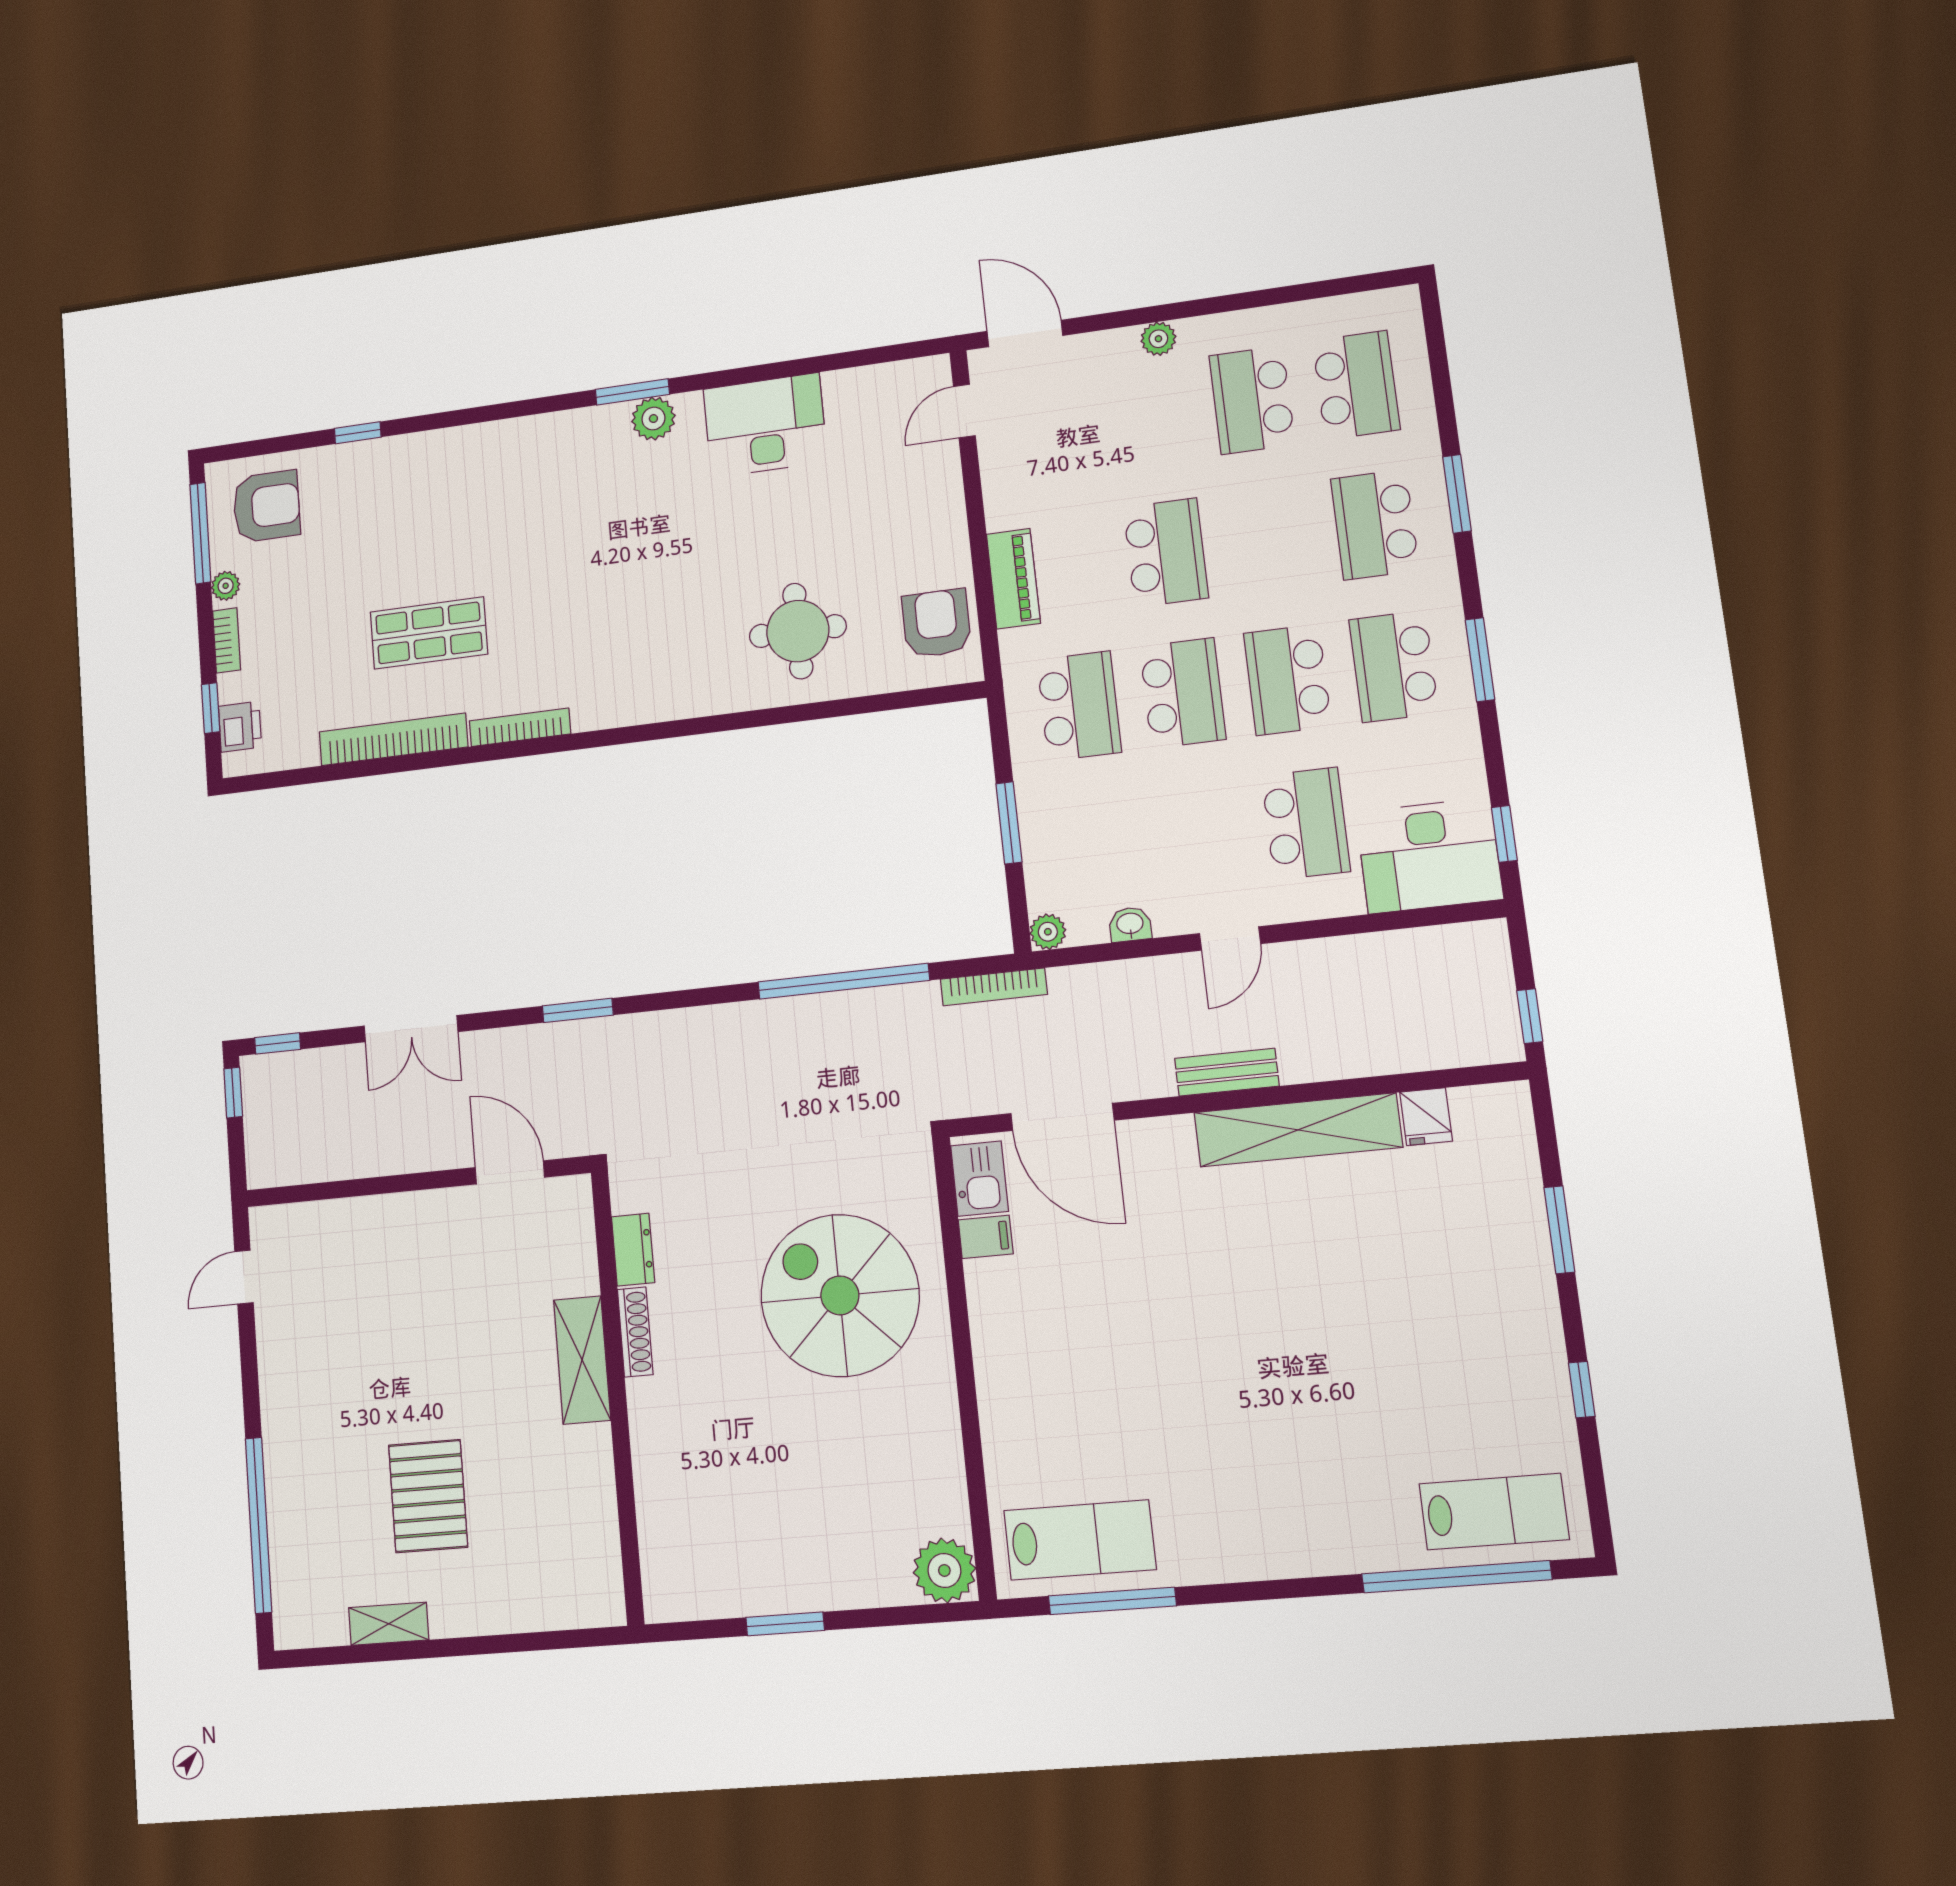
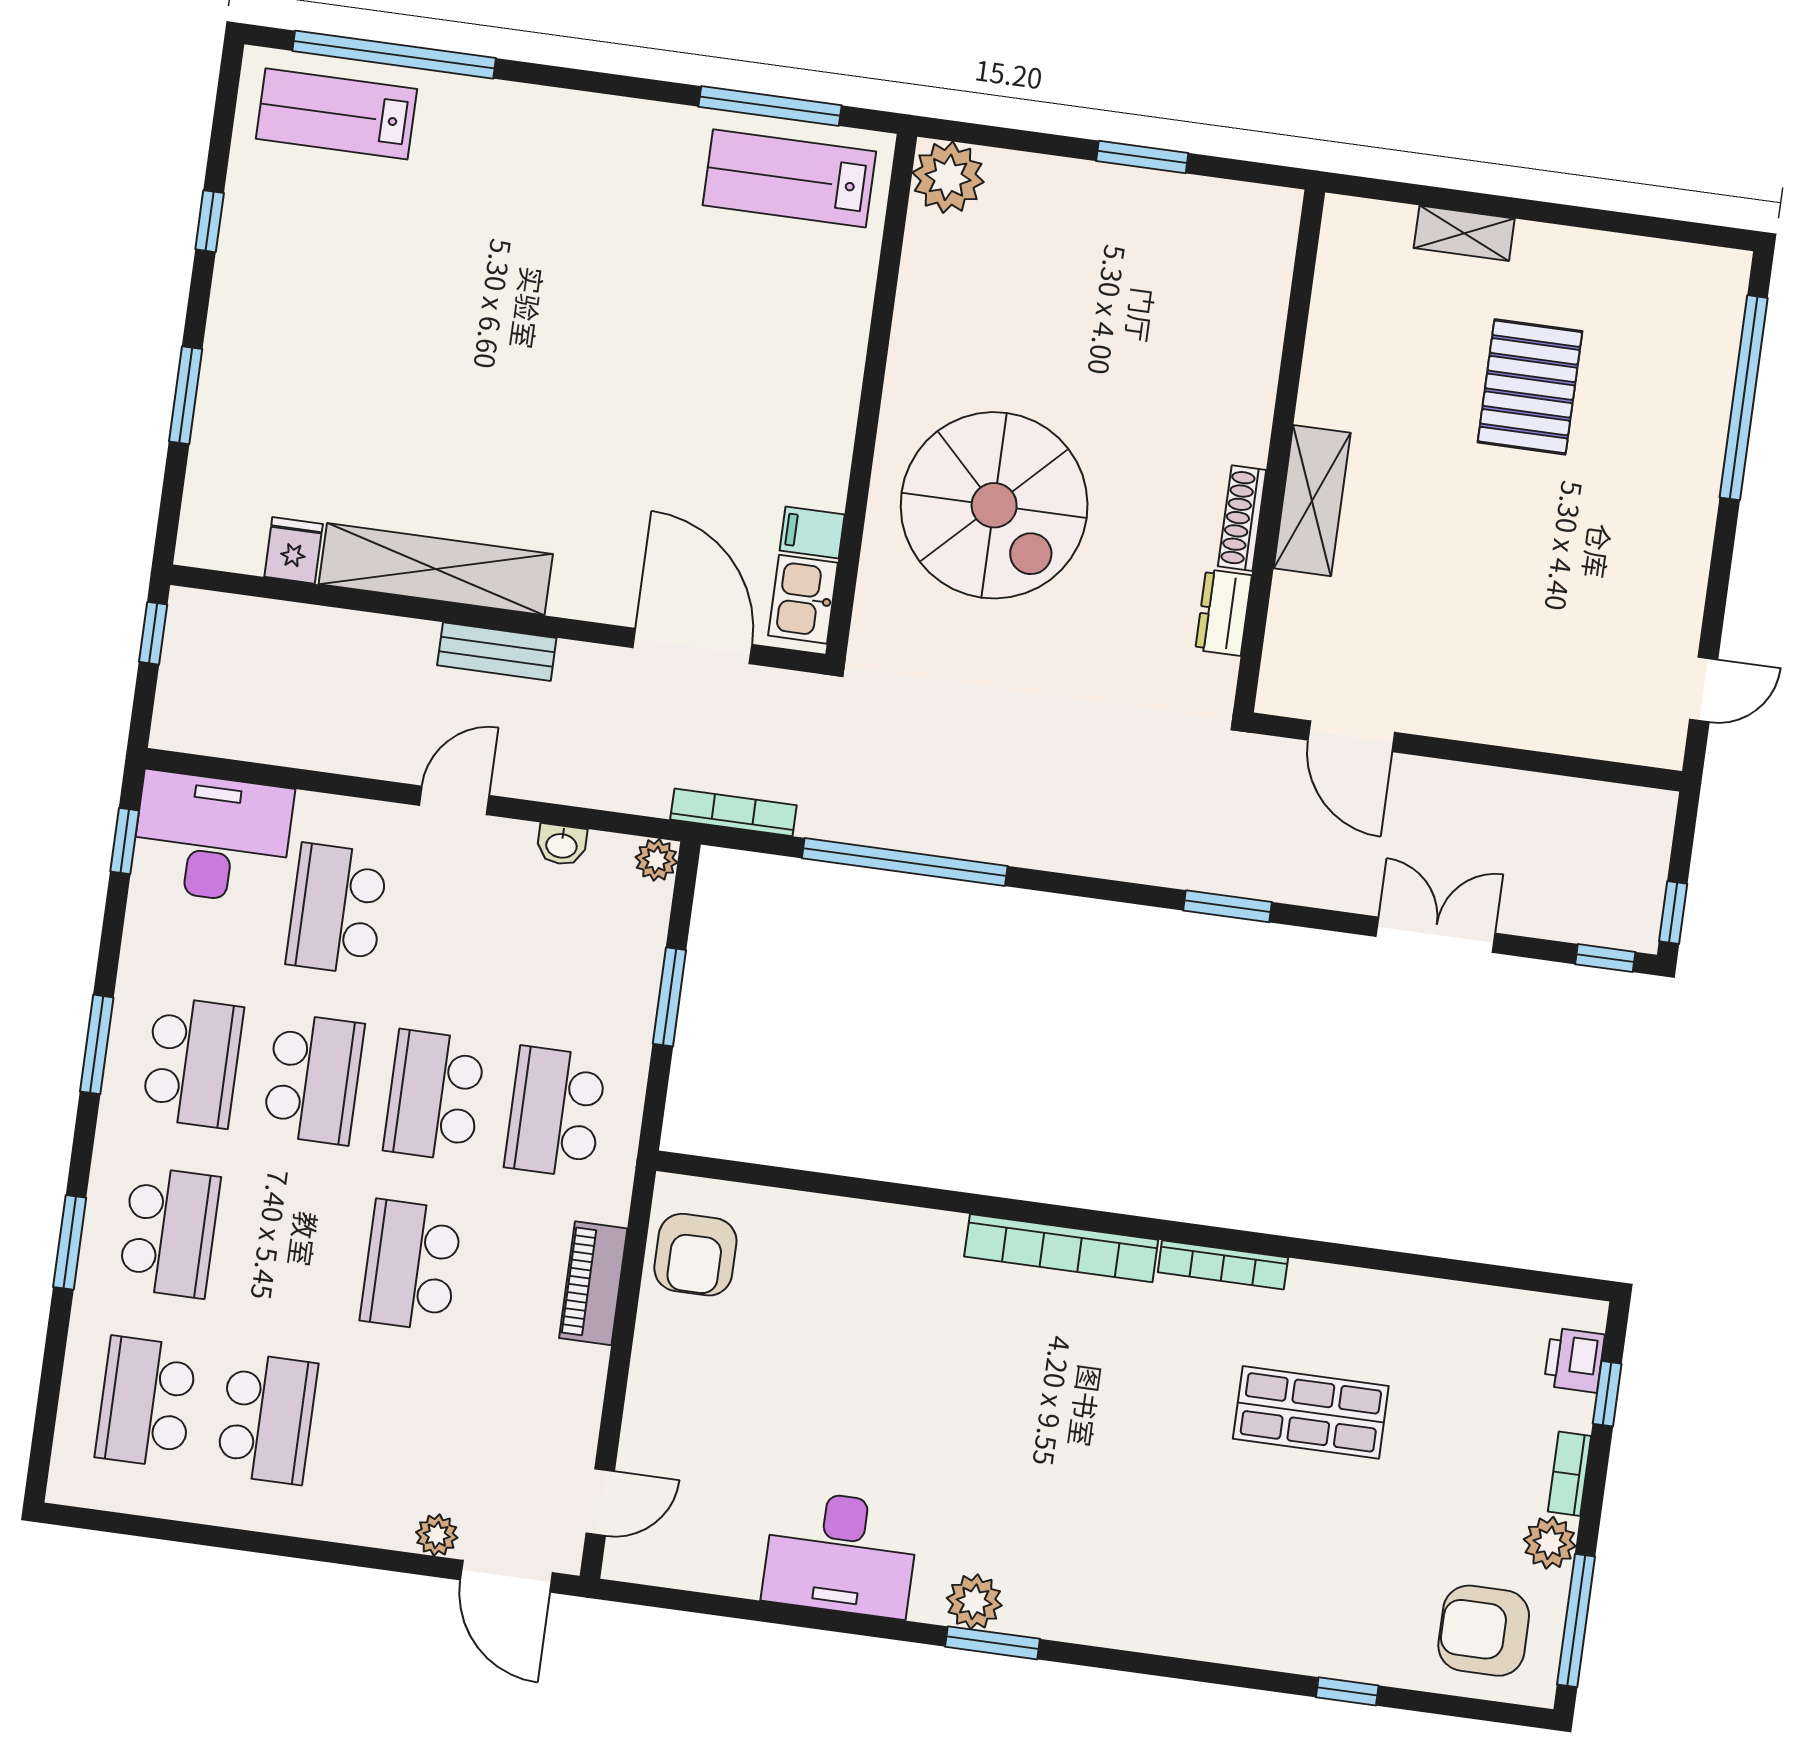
plant: (1158, 339) -> (437, 1535), moved
plant: (226, 586) -> (1550, 1543), width x1.38, depth x1.38
round table: (798, 631) -> (861, 1291), removed
bookcase: (393, 739) -> (1061, 1248), moved
shelving: (389, 1624) -> (1464, 233), moved

